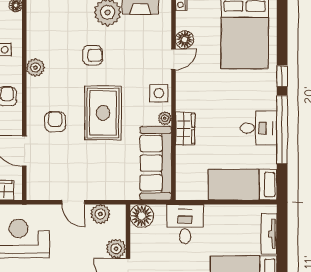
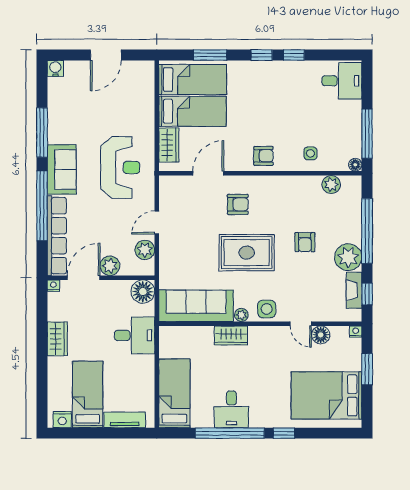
plant: (35, 68) -> (331, 185), moved

